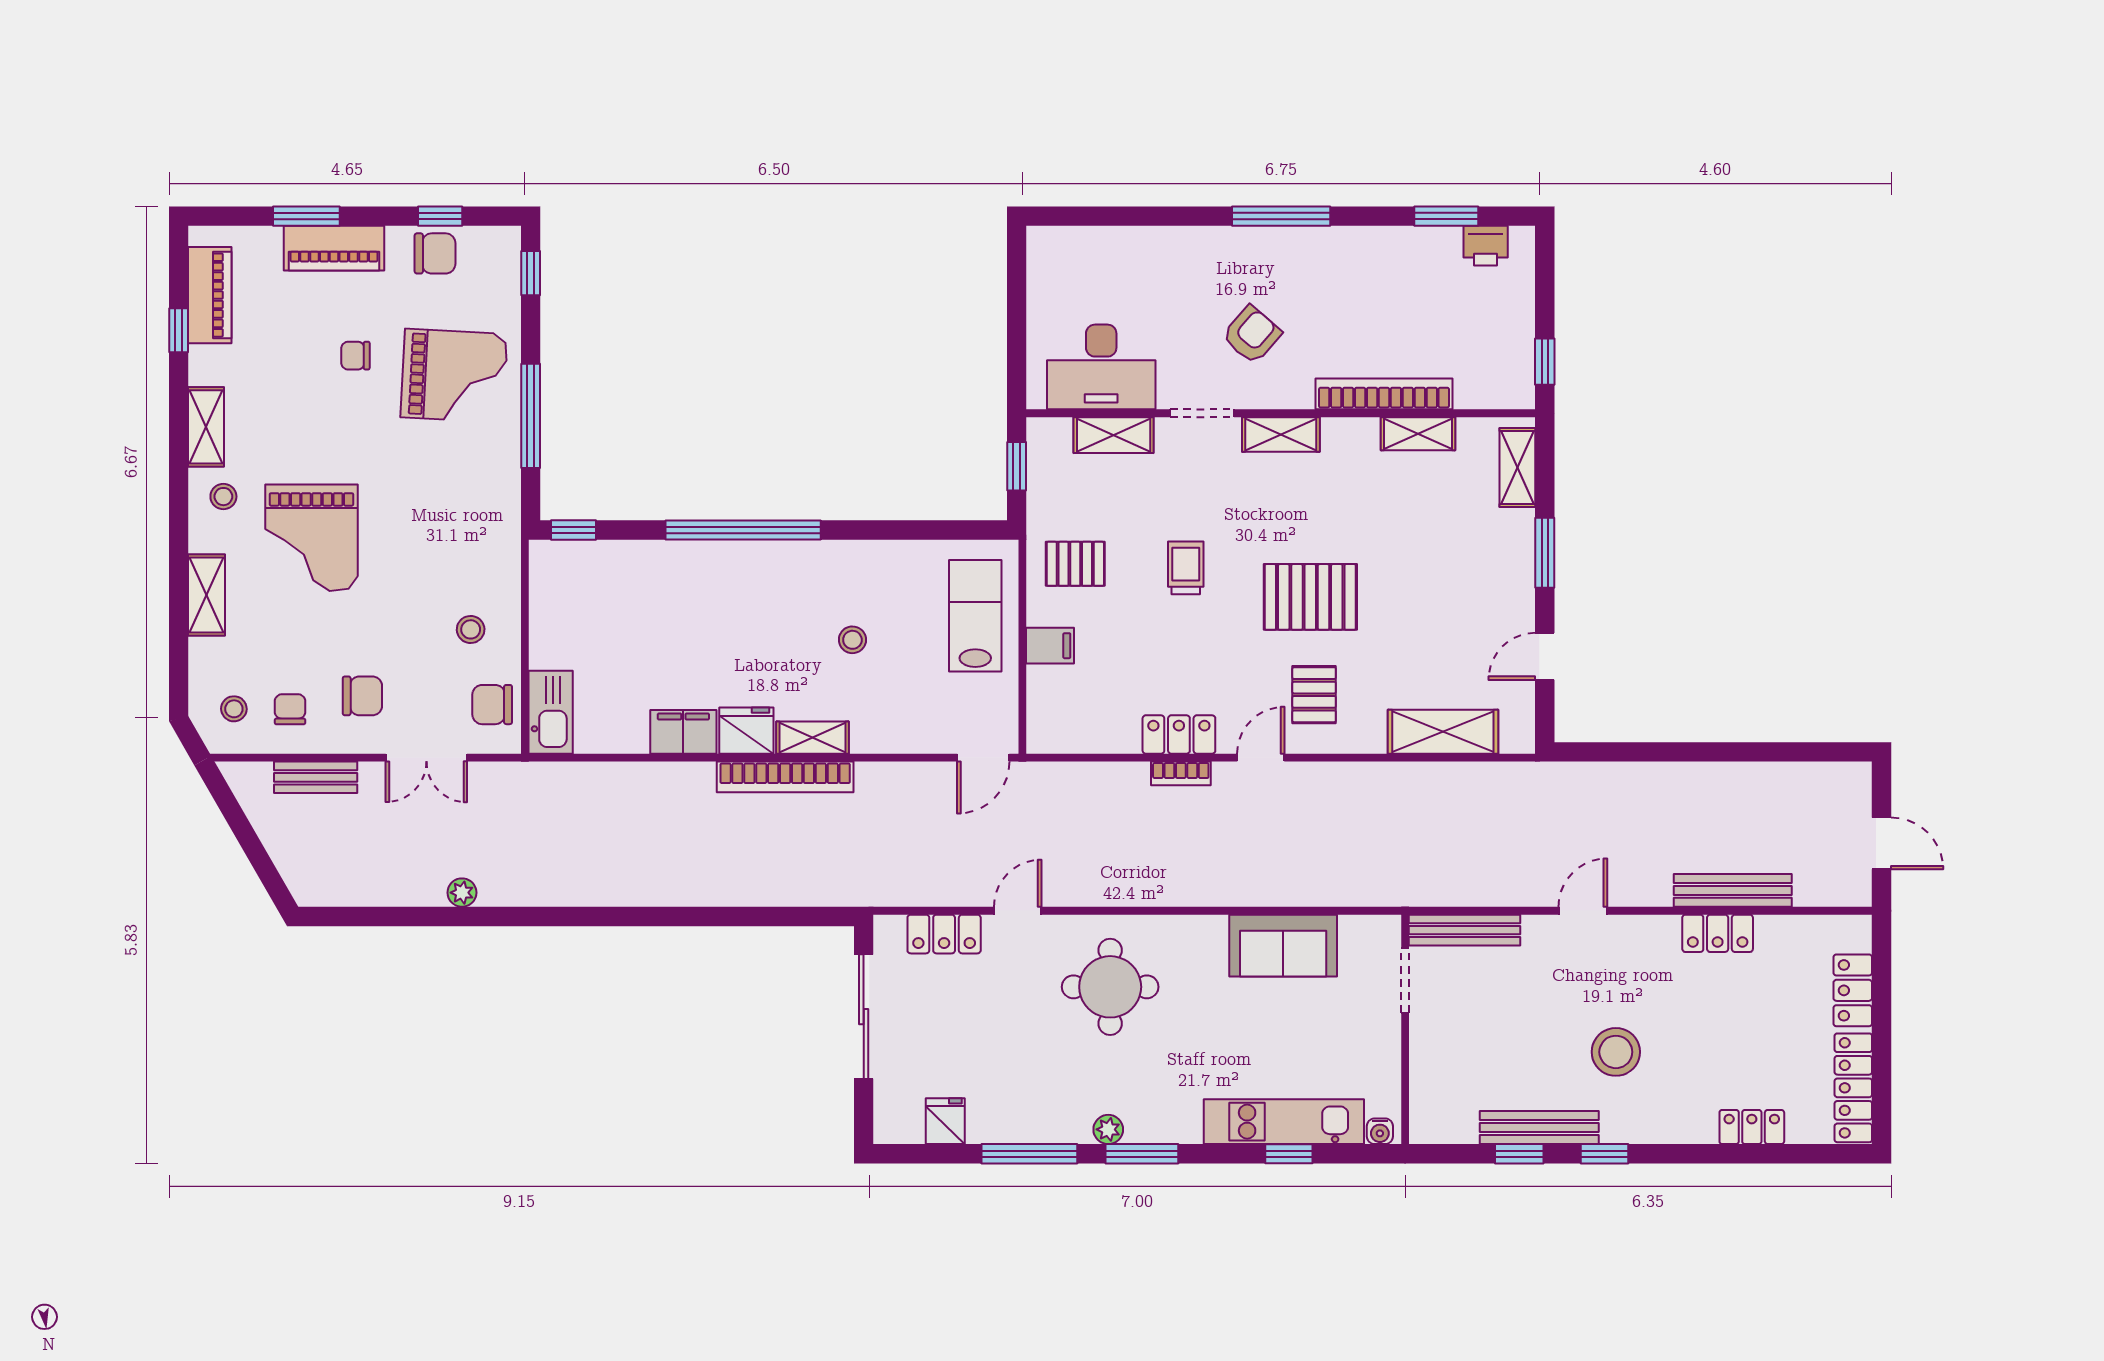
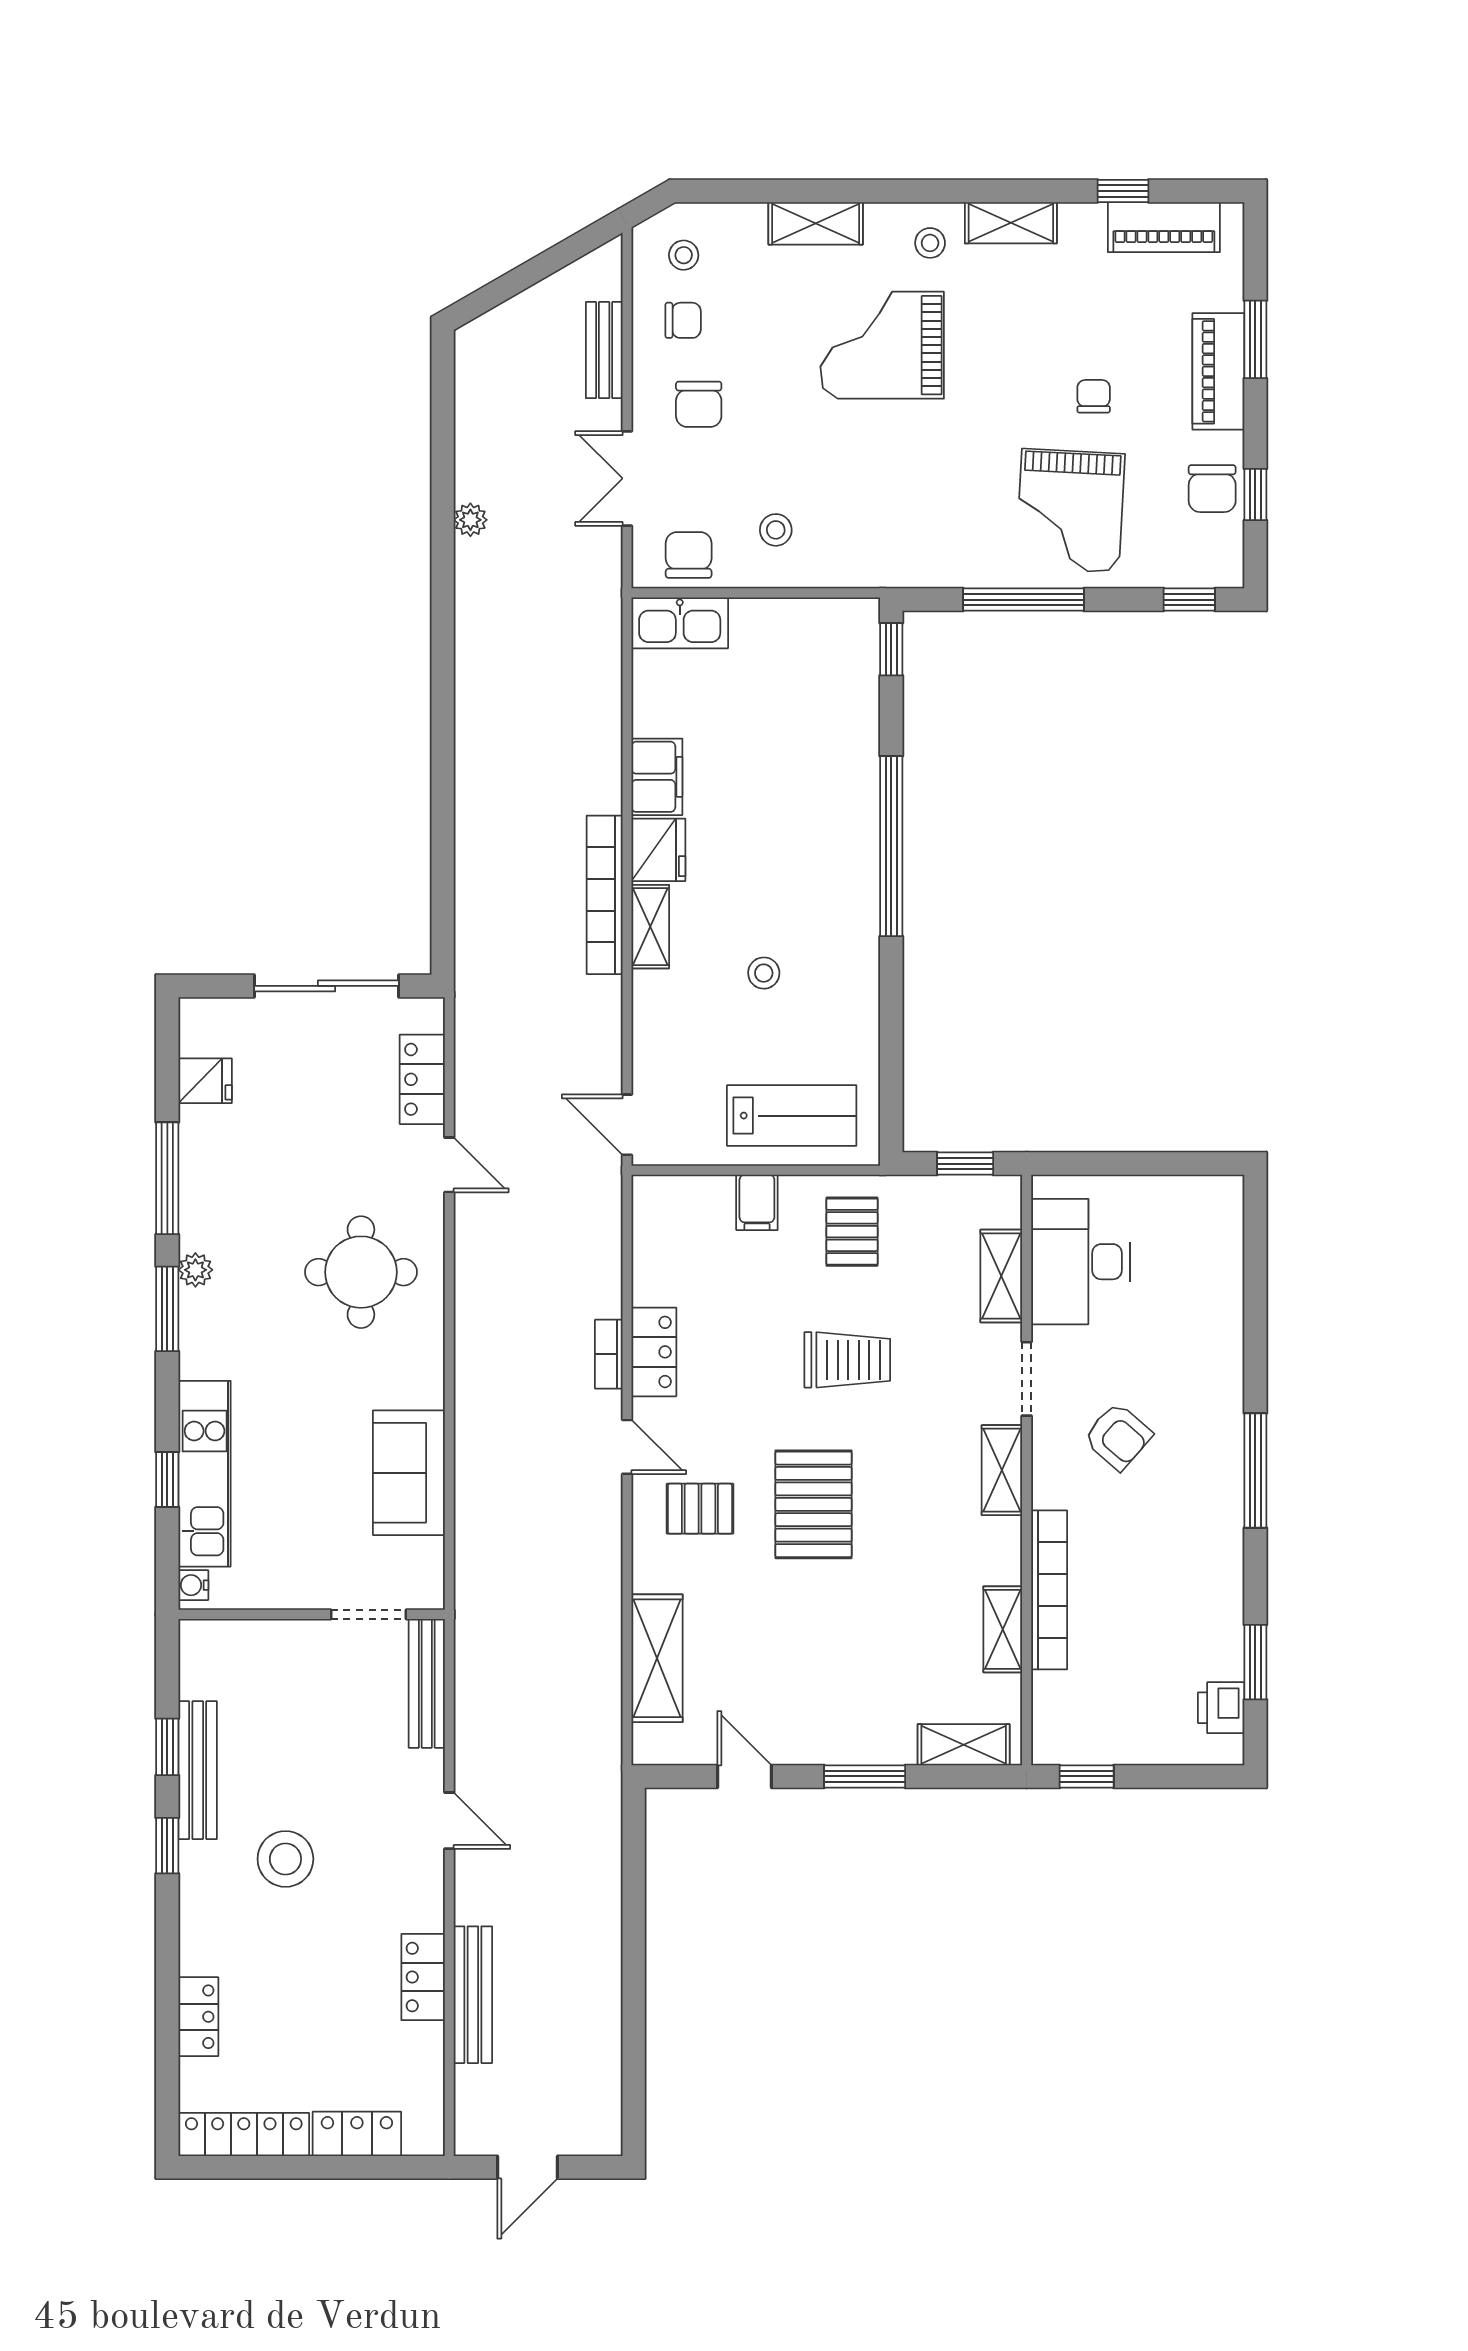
trolley: (1186, 568) -> (847, 1360), width x1.36, depth x1.39

